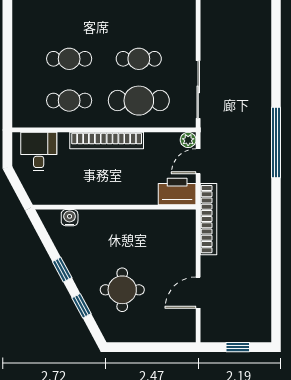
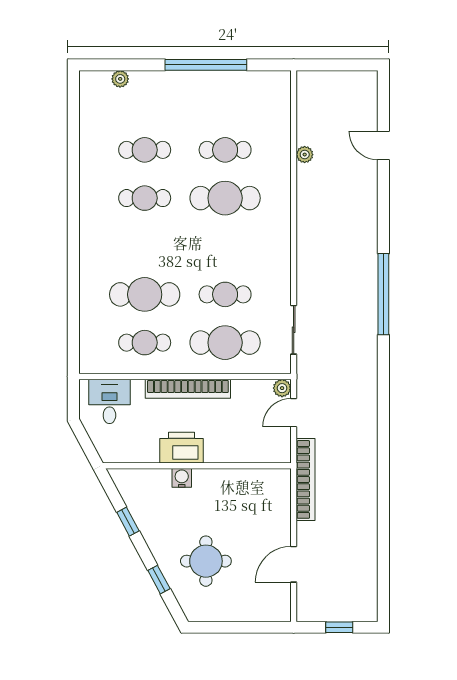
cafe table: (69, 59) -> (145, 294), width x1.37, depth x1.35
sliding door: (198, 89) -> (294, 330), width x0.73
window: (276, 142) -> (383, 294), moved
printer: (177, 191) -> (182, 448), moved
water cooler: (70, 218) -> (182, 478), moved
window: (62, 270) -> (128, 522), moved

